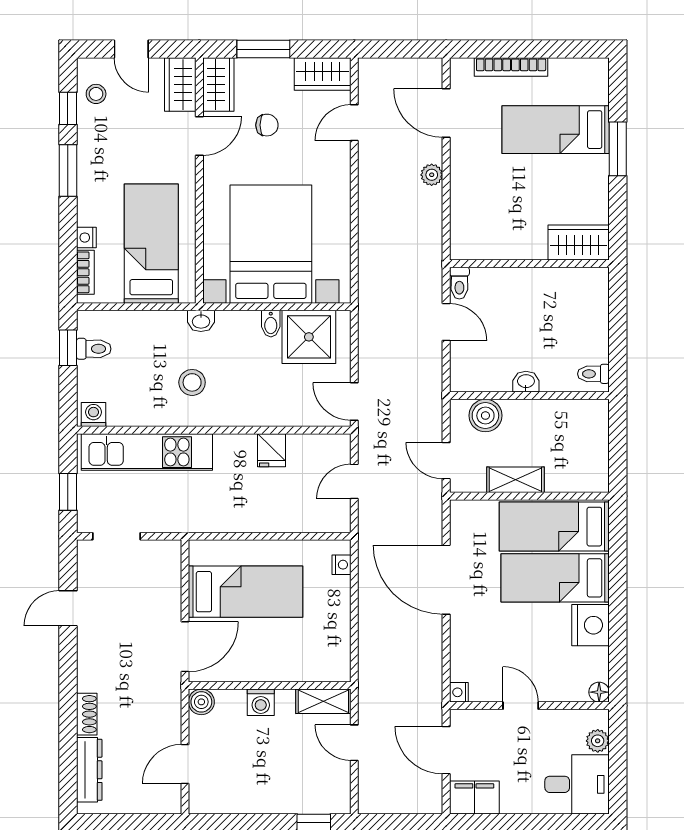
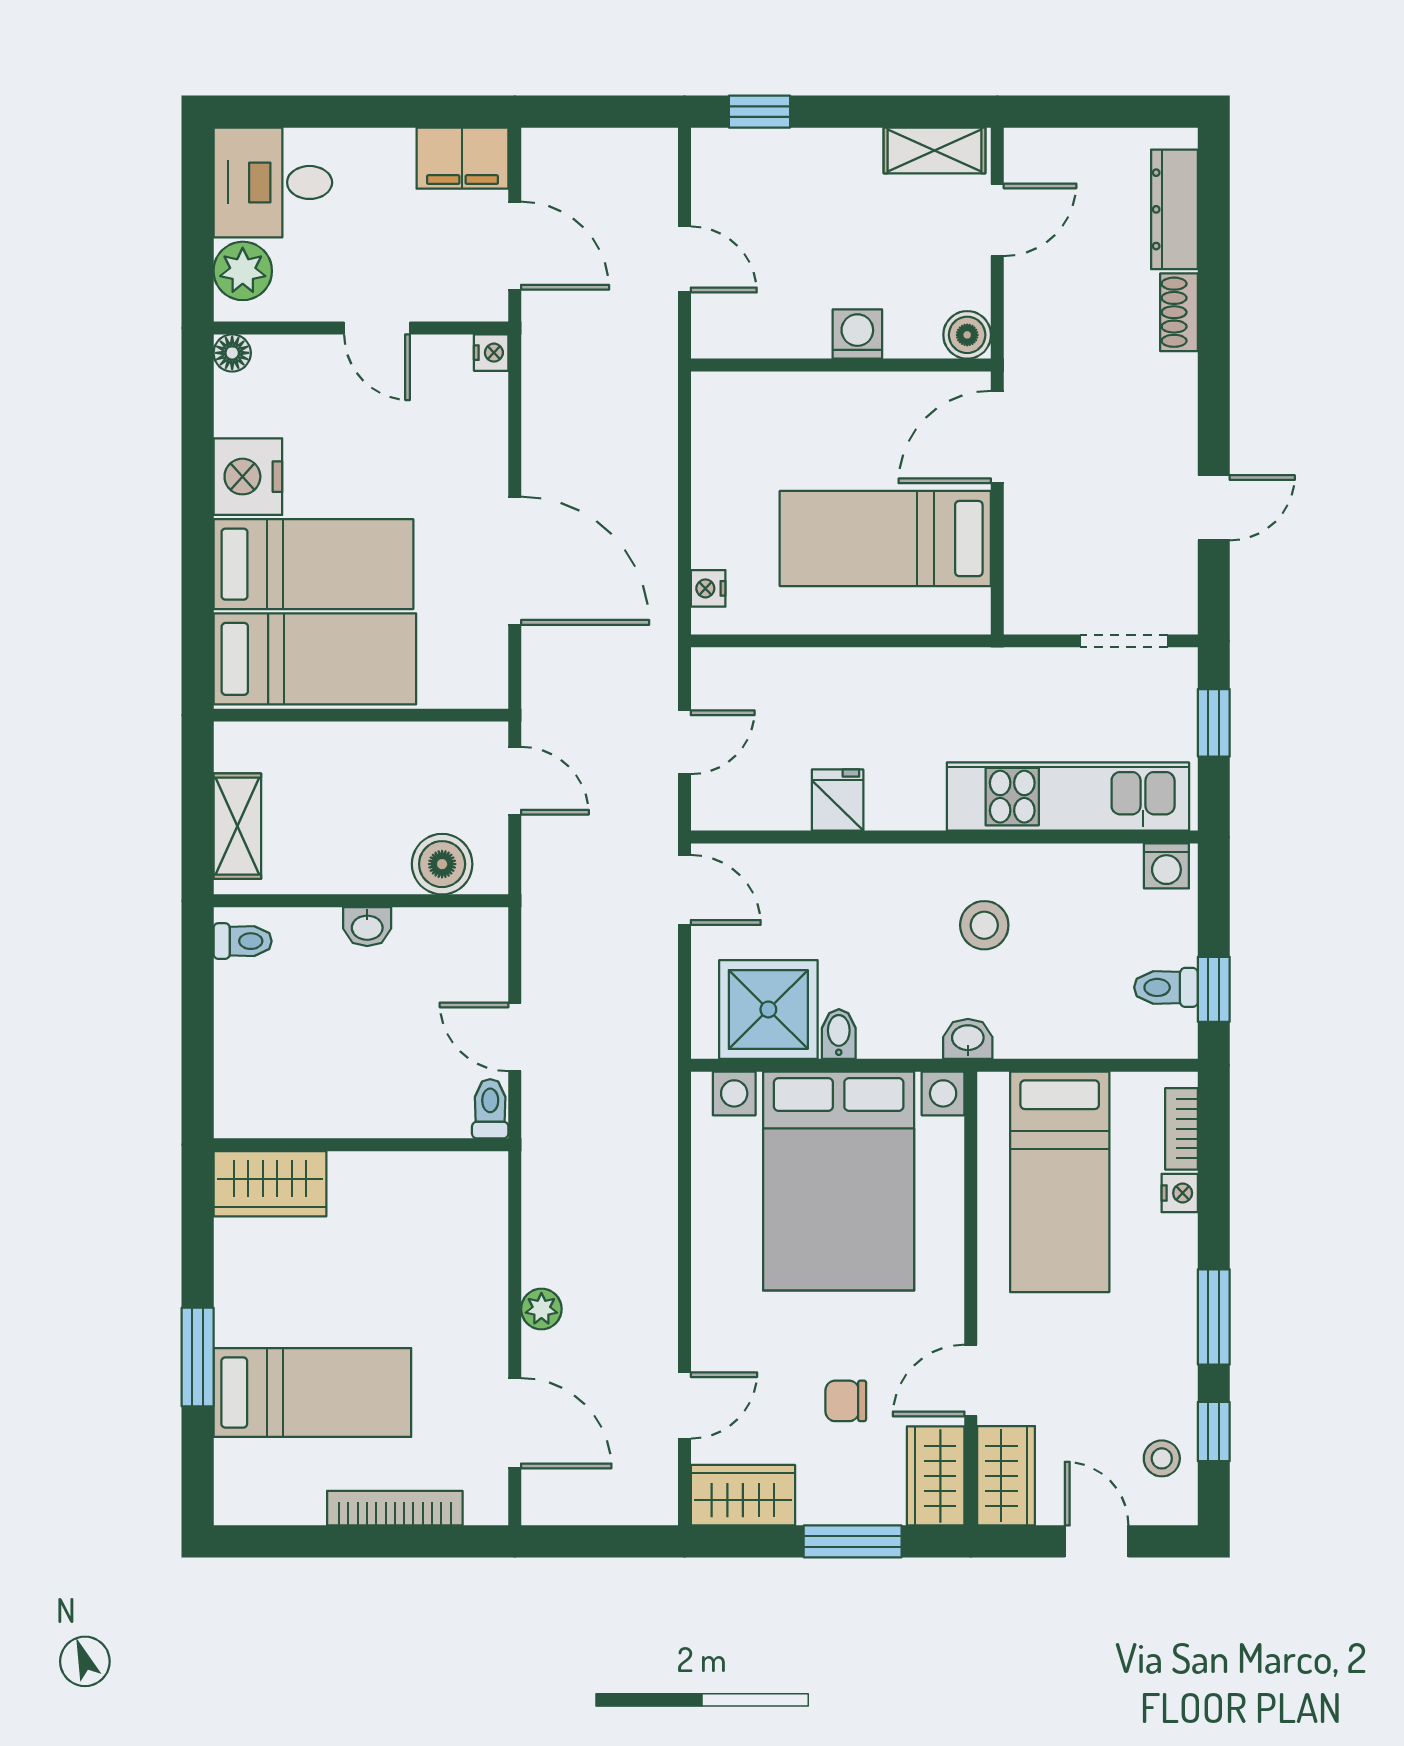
shelving: (515, 480) -> (237, 826), moved, turned 90
shelving: (323, 701) -> (935, 150), moved
plant: (598, 741) -> (243, 271), width x1.38, depth x1.38

